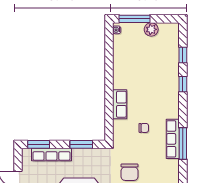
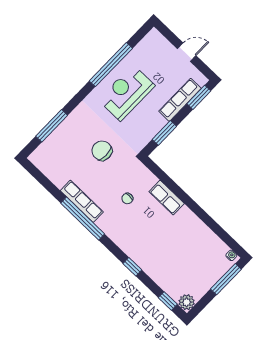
plant: (151, 29) -> (187, 302), moved
window: (183, 55) -> (168, 301), moved
row of seats: (173, 139) -> (82, 201), moved
window: (183, 143) -> (83, 219), width x1.46

